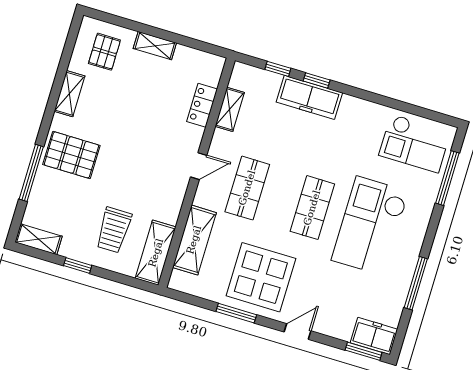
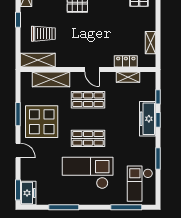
shelving: (155, 46) -> (151, 43), moved
window: (382, 100) -> (158, 159), added
trolley: (114, 230) -> (43, 34), turned 180

